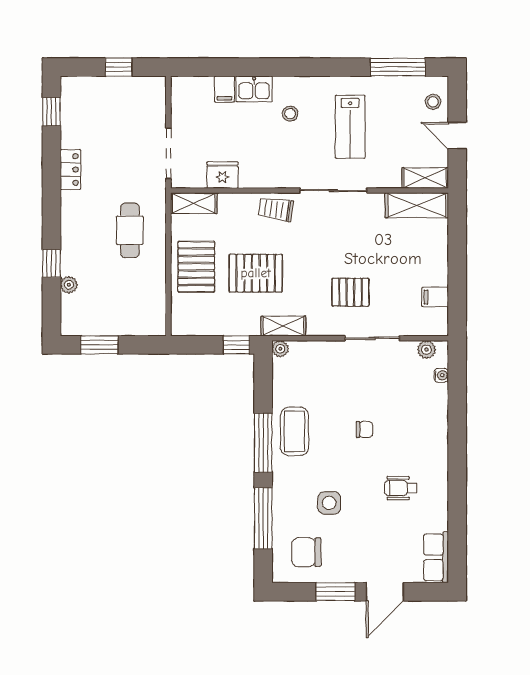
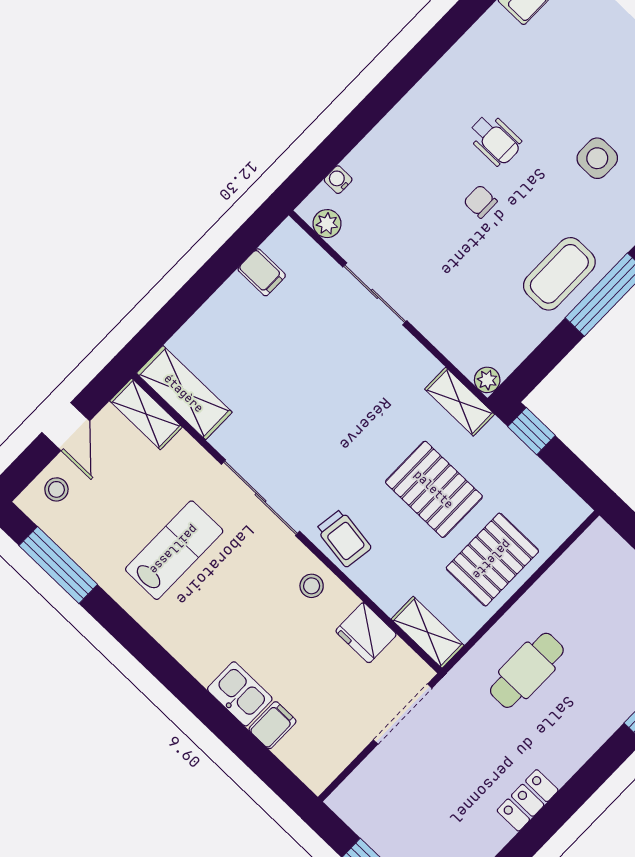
stool: (290, 114) -> (312, 586), moved
pallet: (350, 292) -> (350, 368), removed
wheelchair: (401, 488) -> (495, 140), moved

